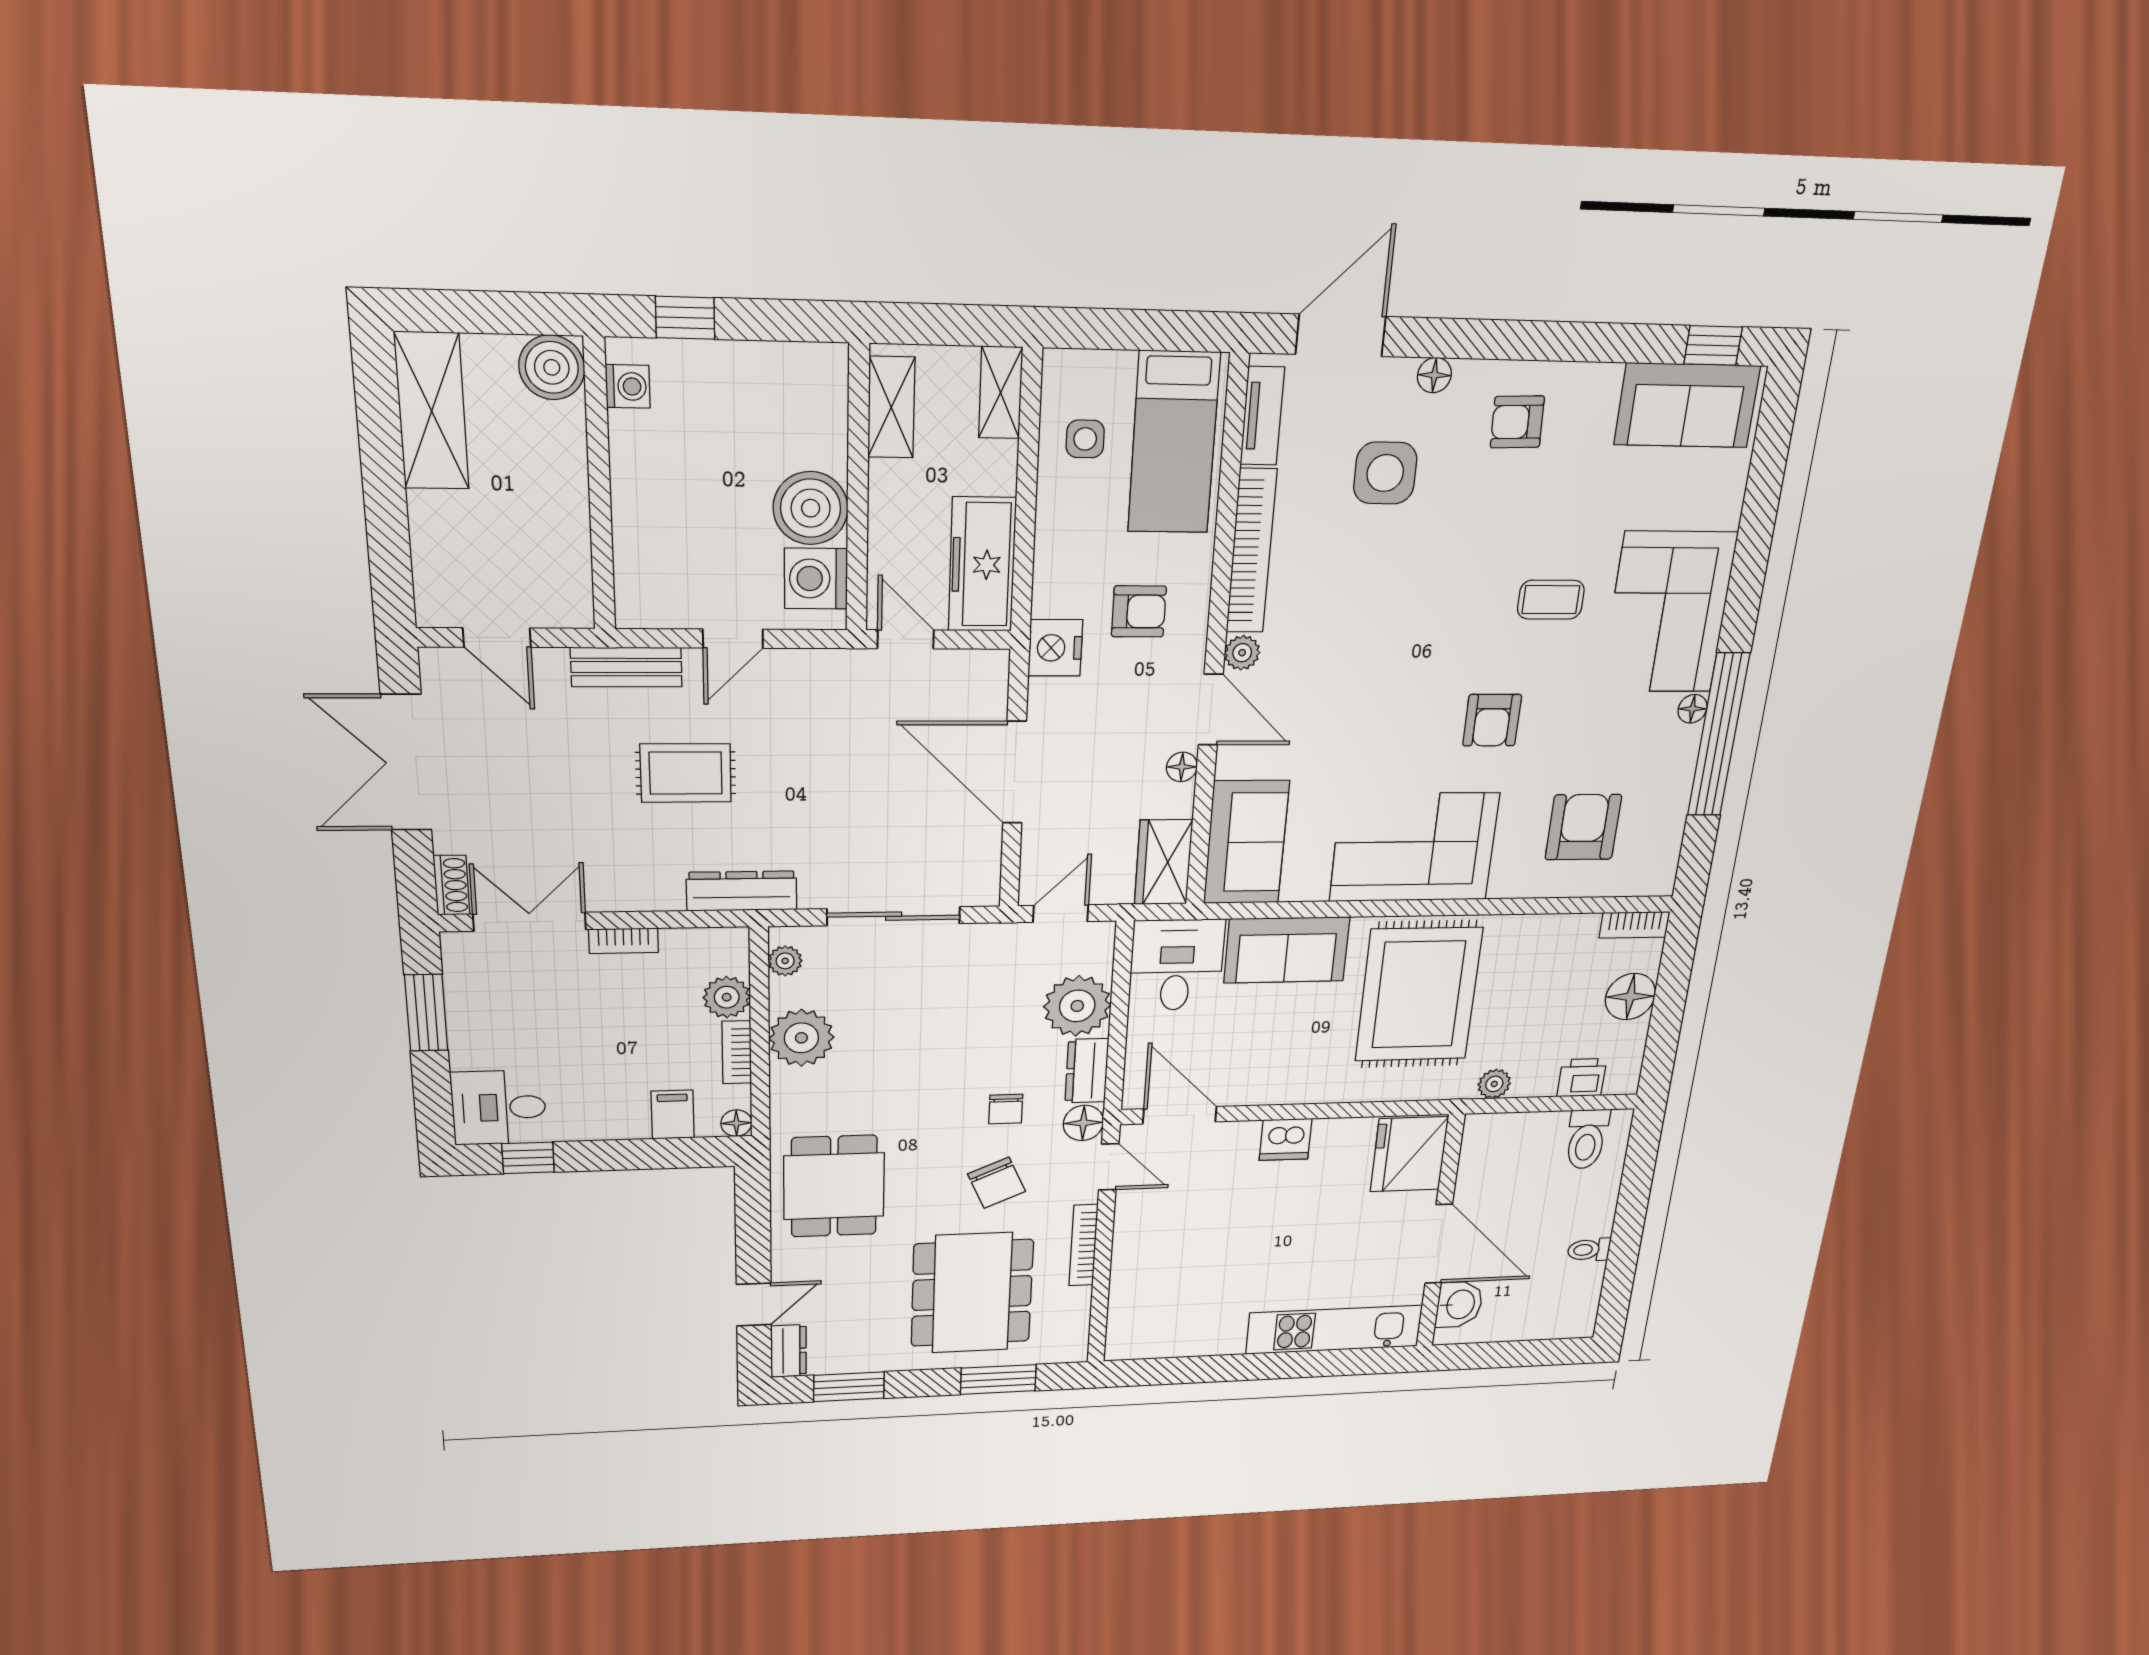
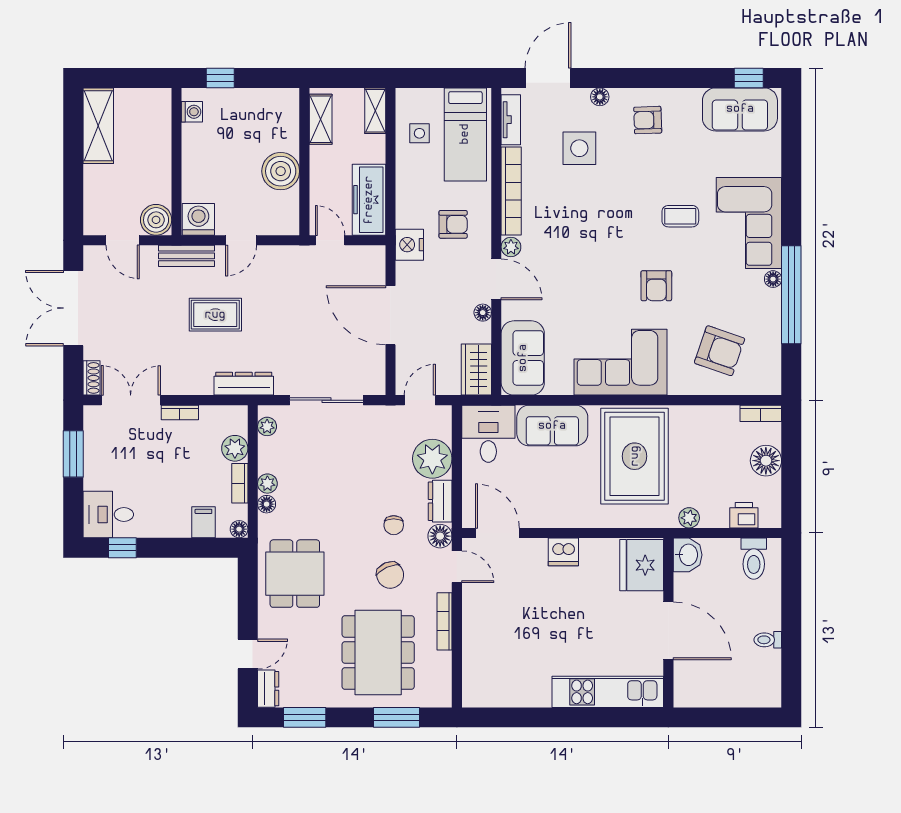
boiler: (552, 367) -> (156, 220), moved
washing machine: (816, 579) -> (198, 219), moved, turned 90
armchair: (1583, 827) -> (720, 351), turned 109
plant: (801, 1038) -> (267, 484), width x0.53, depth x0.53
floor lamp: (785, 1084) -> (267, 504), added
washbasin: (1459, 1304) -> (688, 555), moved

